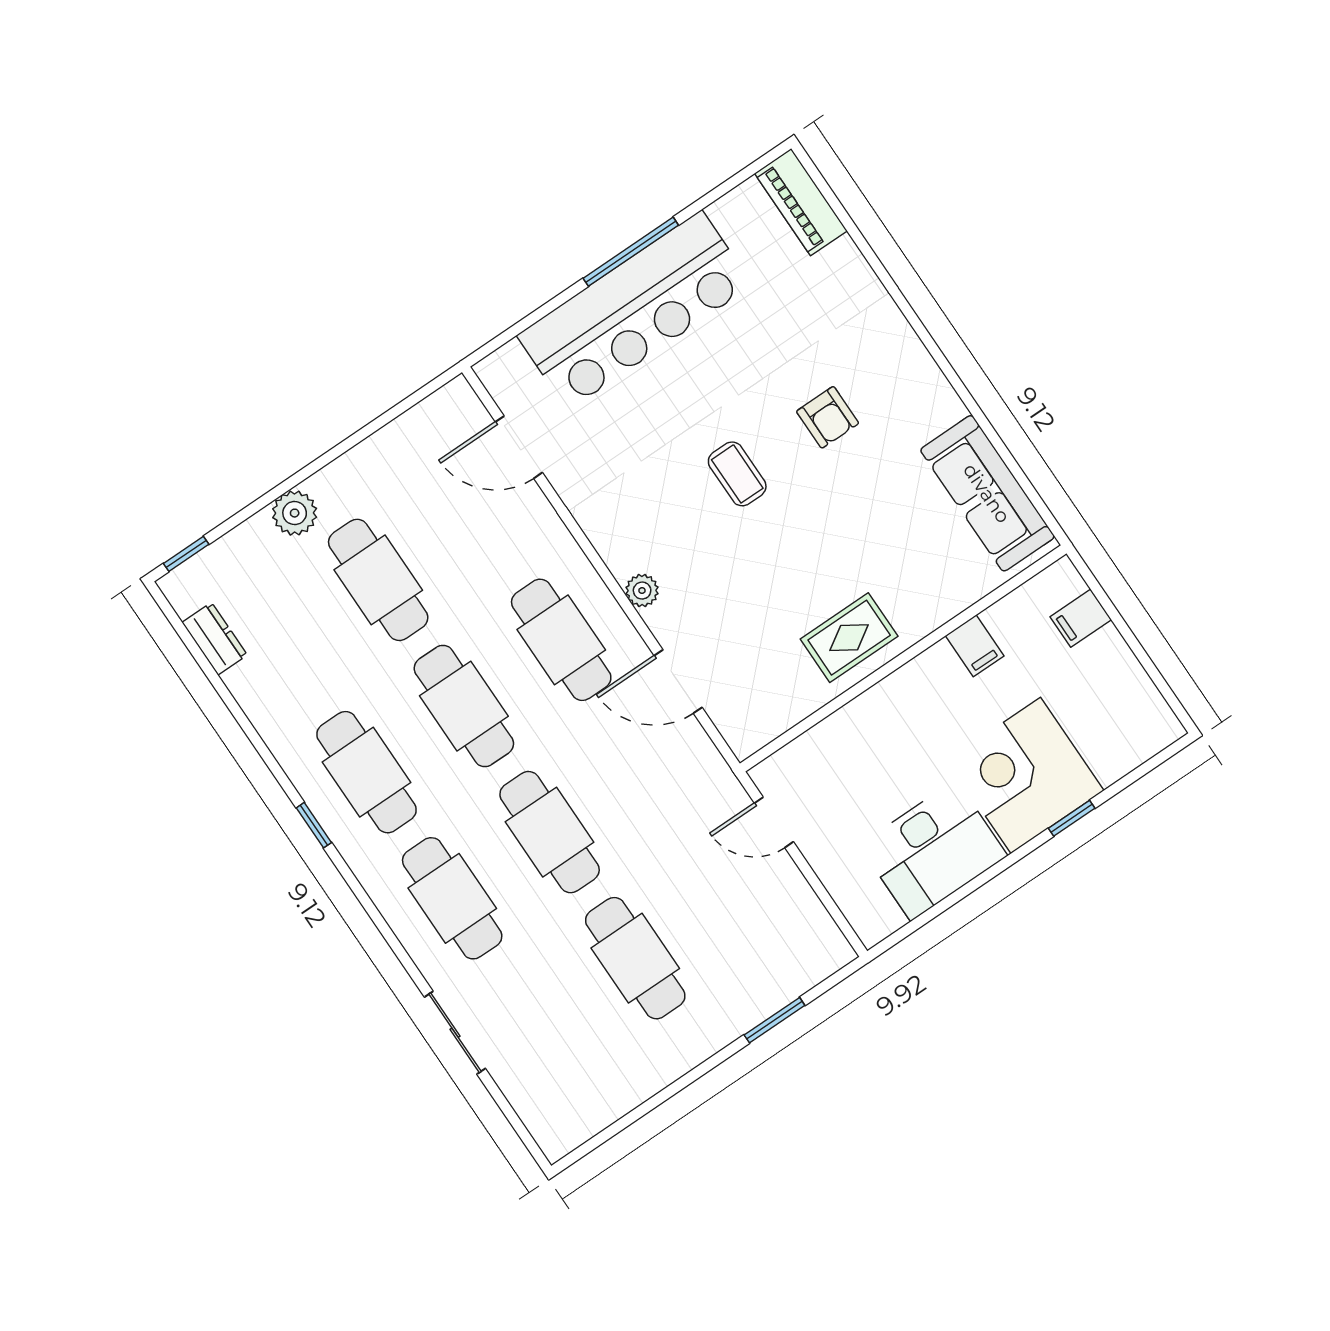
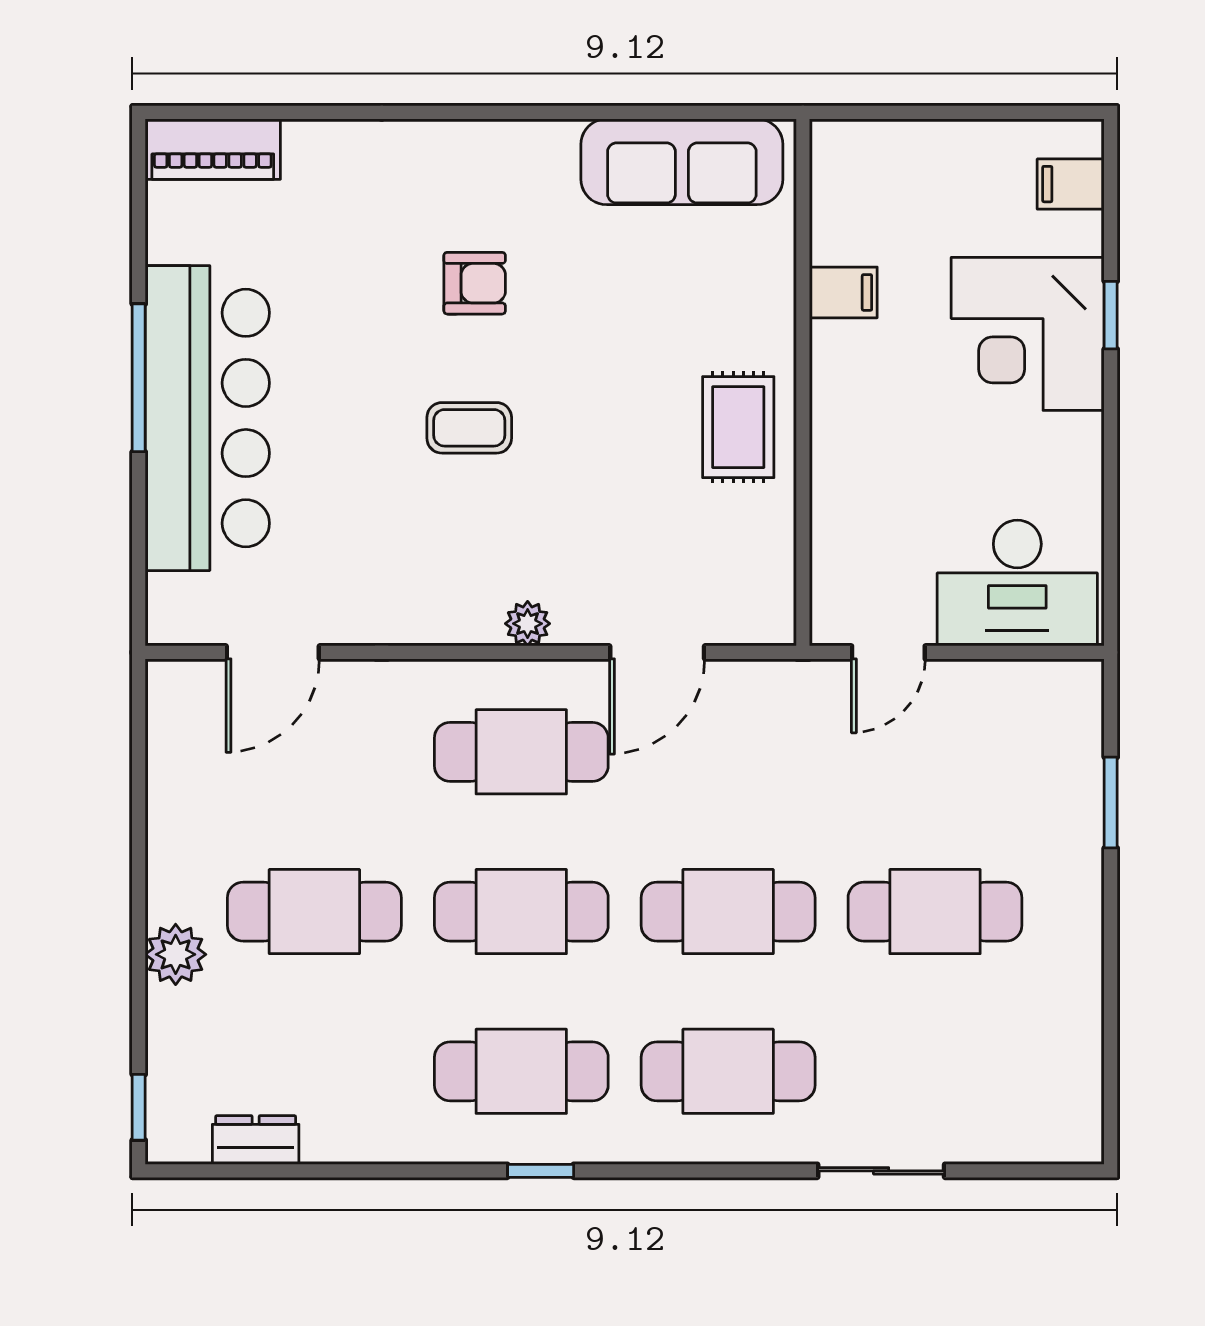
filing cabinet: (1081, 618) -> (1071, 184), moved, turned 90
desk: (933, 850) -> (1017, 583), moved, turned 90

